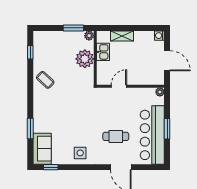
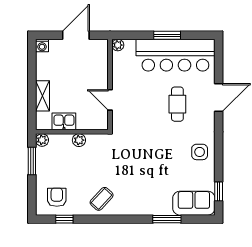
armchair: (46, 47) -> (57, 197), added
plant: (85, 59) -> (79, 140), width x0.53, depth x0.53

